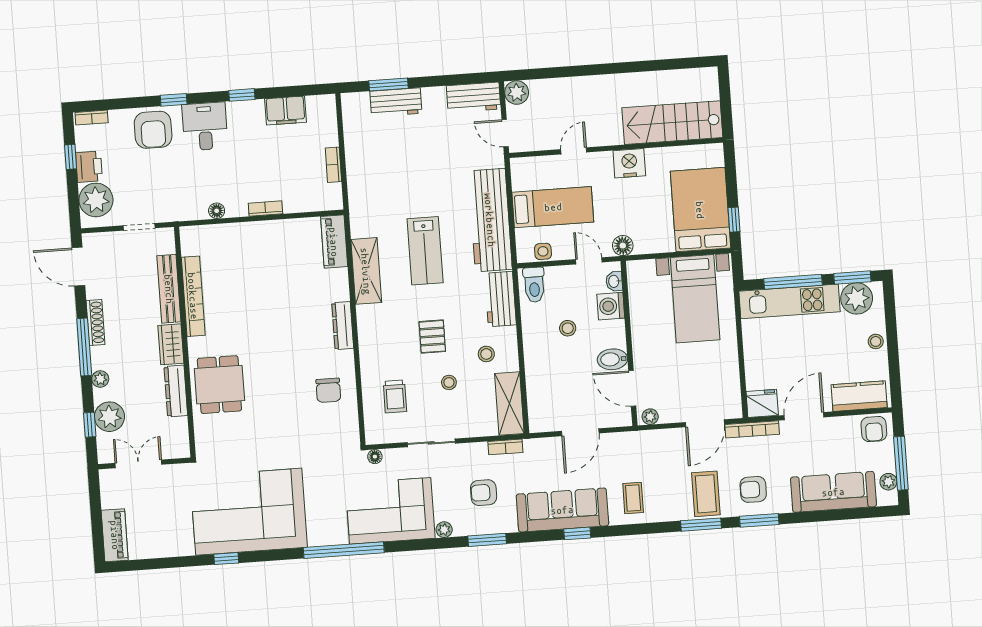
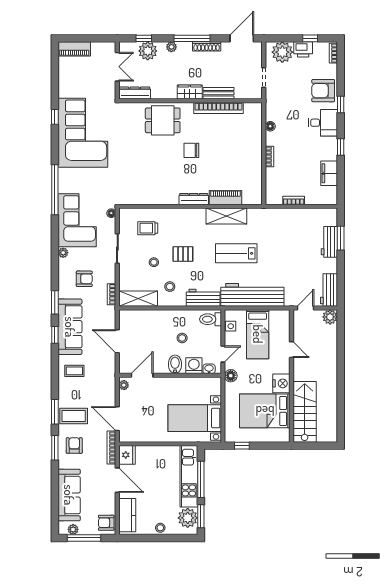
bed: (700, 210) -> (265, 411), moved, turned 180
piano: (334, 242) -> (226, 198), moved
bench: (169, 289) -> (219, 93), width x0.73
bidet: (612, 359) -> (175, 364), moved
chair: (328, 390) -> (191, 150), moved
dresser: (176, 391) -> (135, 93), moved
armchair: (484, 493) -> (84, 279), turned 90
window: (487, 540) -> (55, 302), moved

